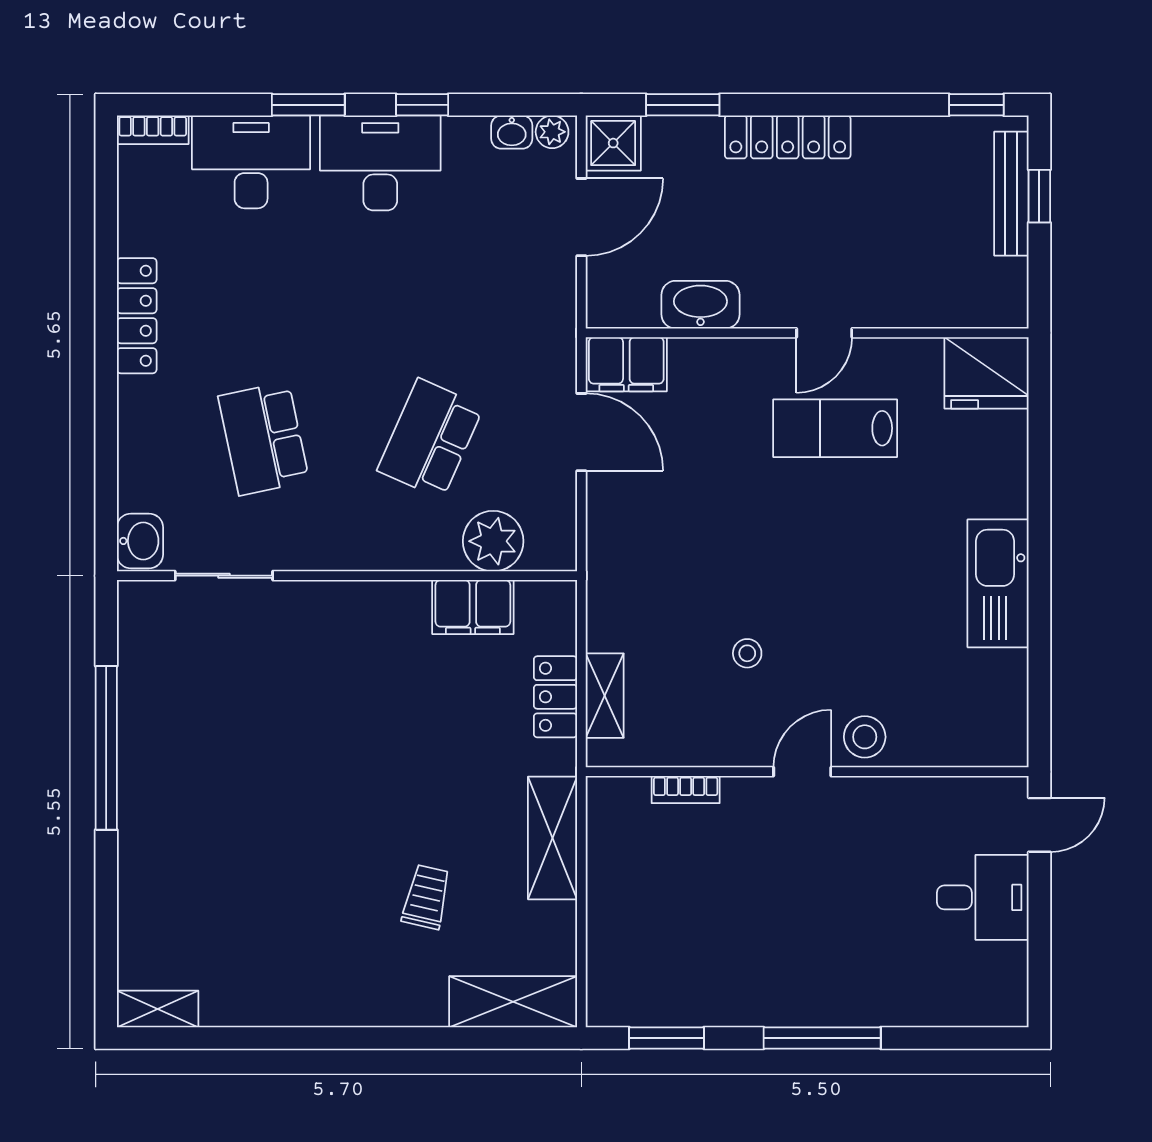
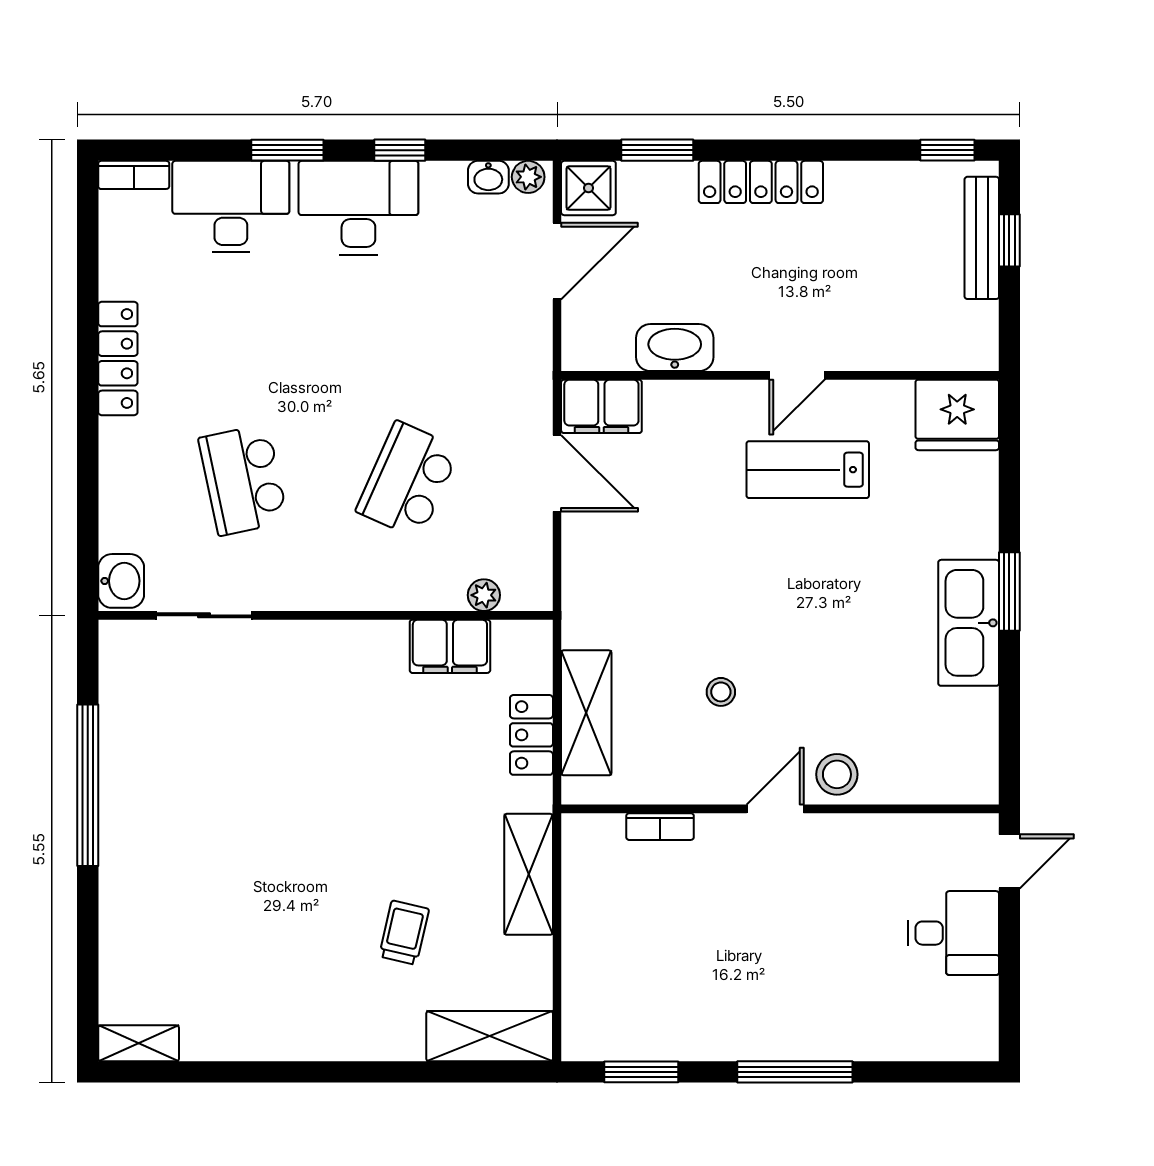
plant: (493, 541) -> (484, 595), width x0.53, depth x0.53
window: (1039, 552) -> (1009, 591), added
shelving: (605, 696) -> (586, 713), width x1.50, depth x1.33

